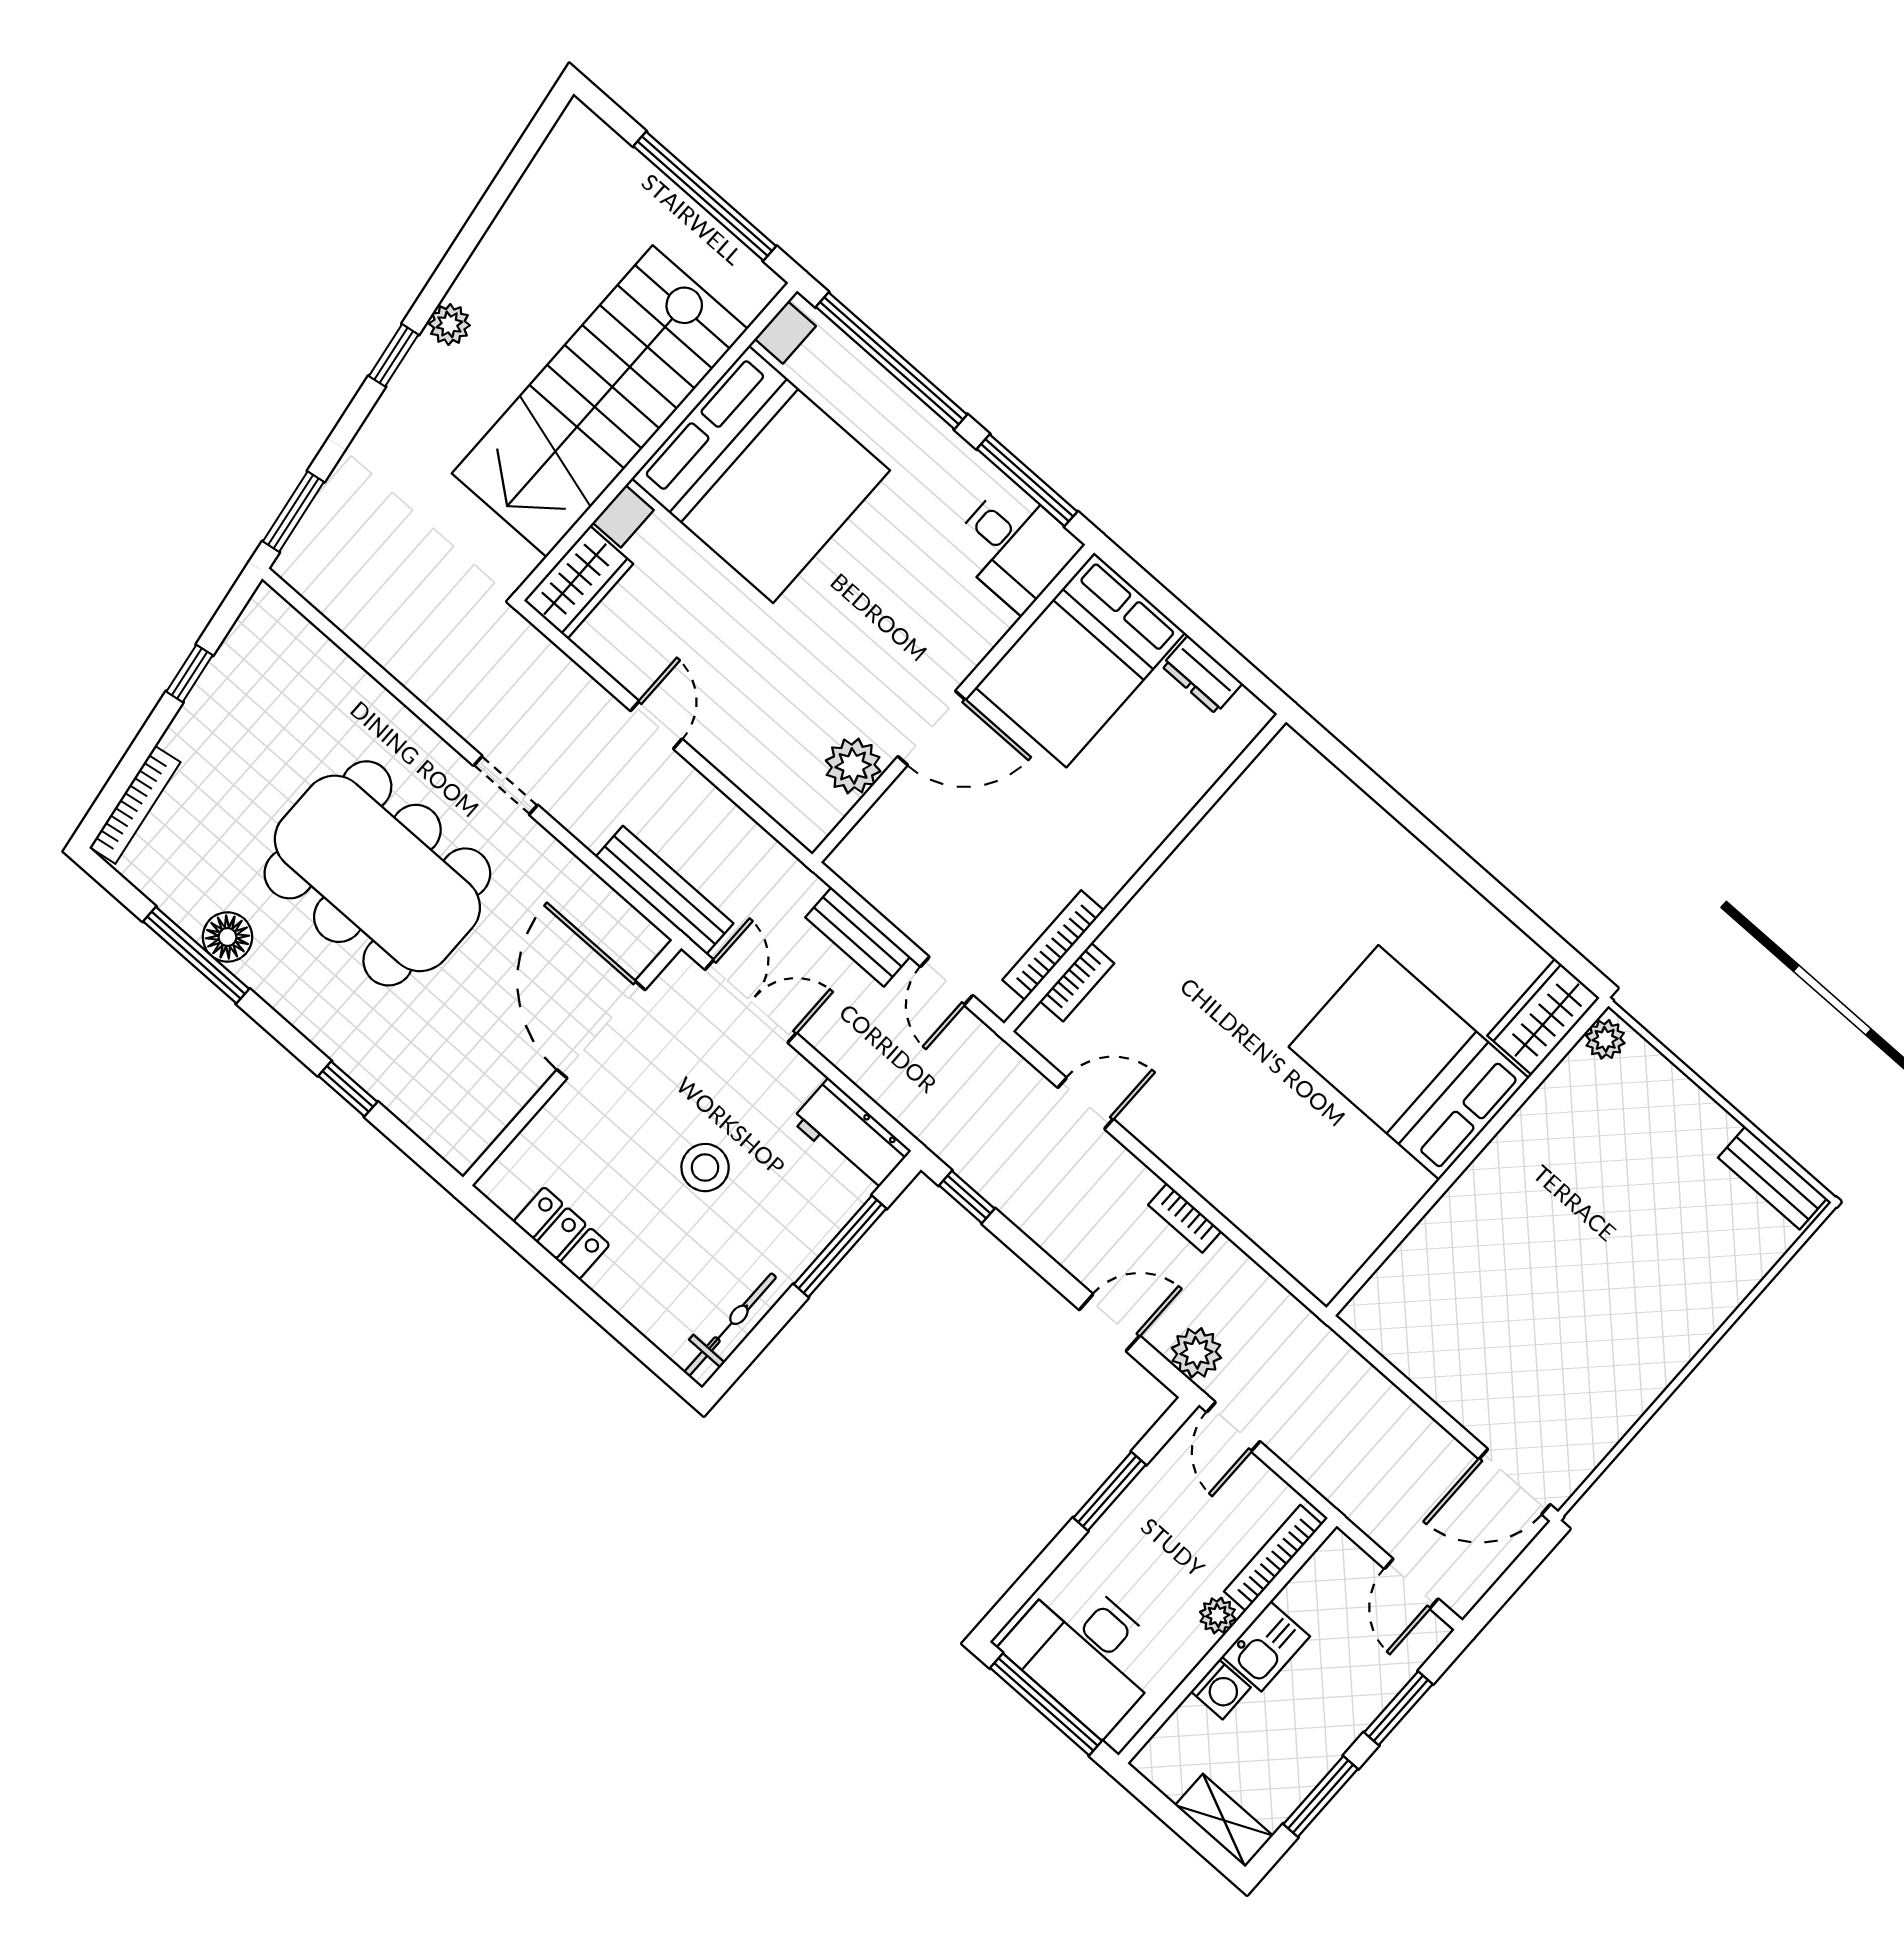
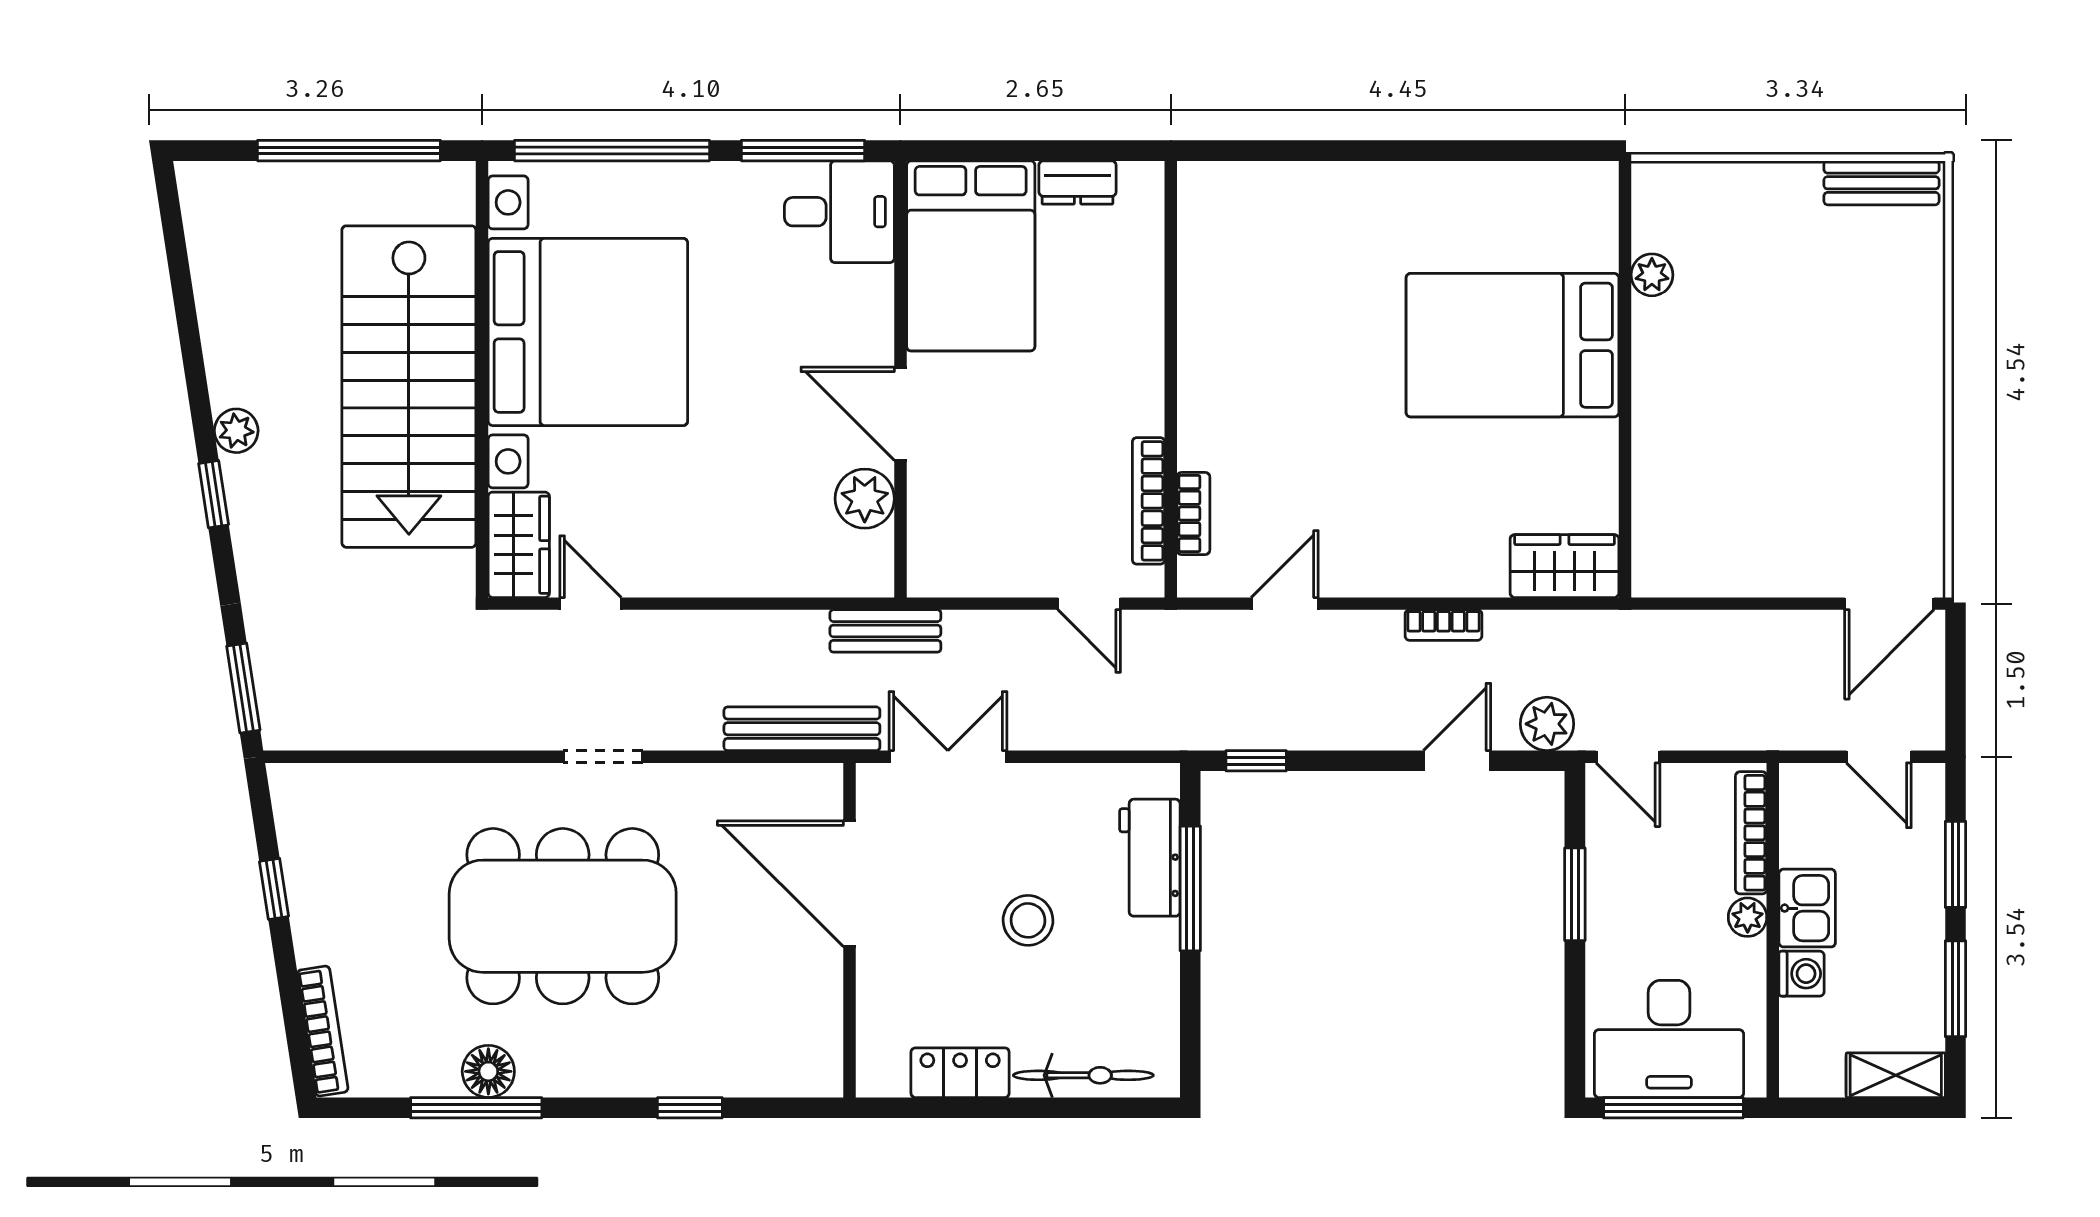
door: (656, 725) -> (591, 604), moved
door: (932, 728) -> (900, 414), swing flipped
bench: (858, 937) -> (885, 631), moved
wardrobe: (1543, 1017) -> (1564, 566), moved, turned 90
plant: (1605, 1039) -> (1652, 275), moved
workbench: (851, 1136) -> (1150, 858), moved, turned 90
bicycle: (730, 1325) -> (1083, 1075), moved, turned 90

